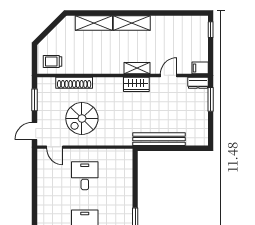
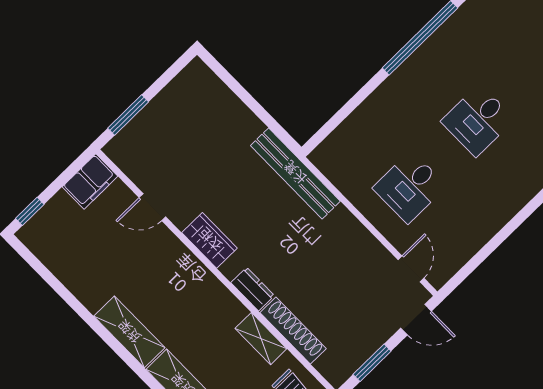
shelving: (137, 68) -> (261, 339), moved
filing cabinet: (200, 68) -> (90, 181), width x2.00
dresser: (198, 83) -> (253, 289), moved
spiral stairs: (82, 118) -> (333, 270), removed
bench: (159, 139) -> (295, 173), moved

